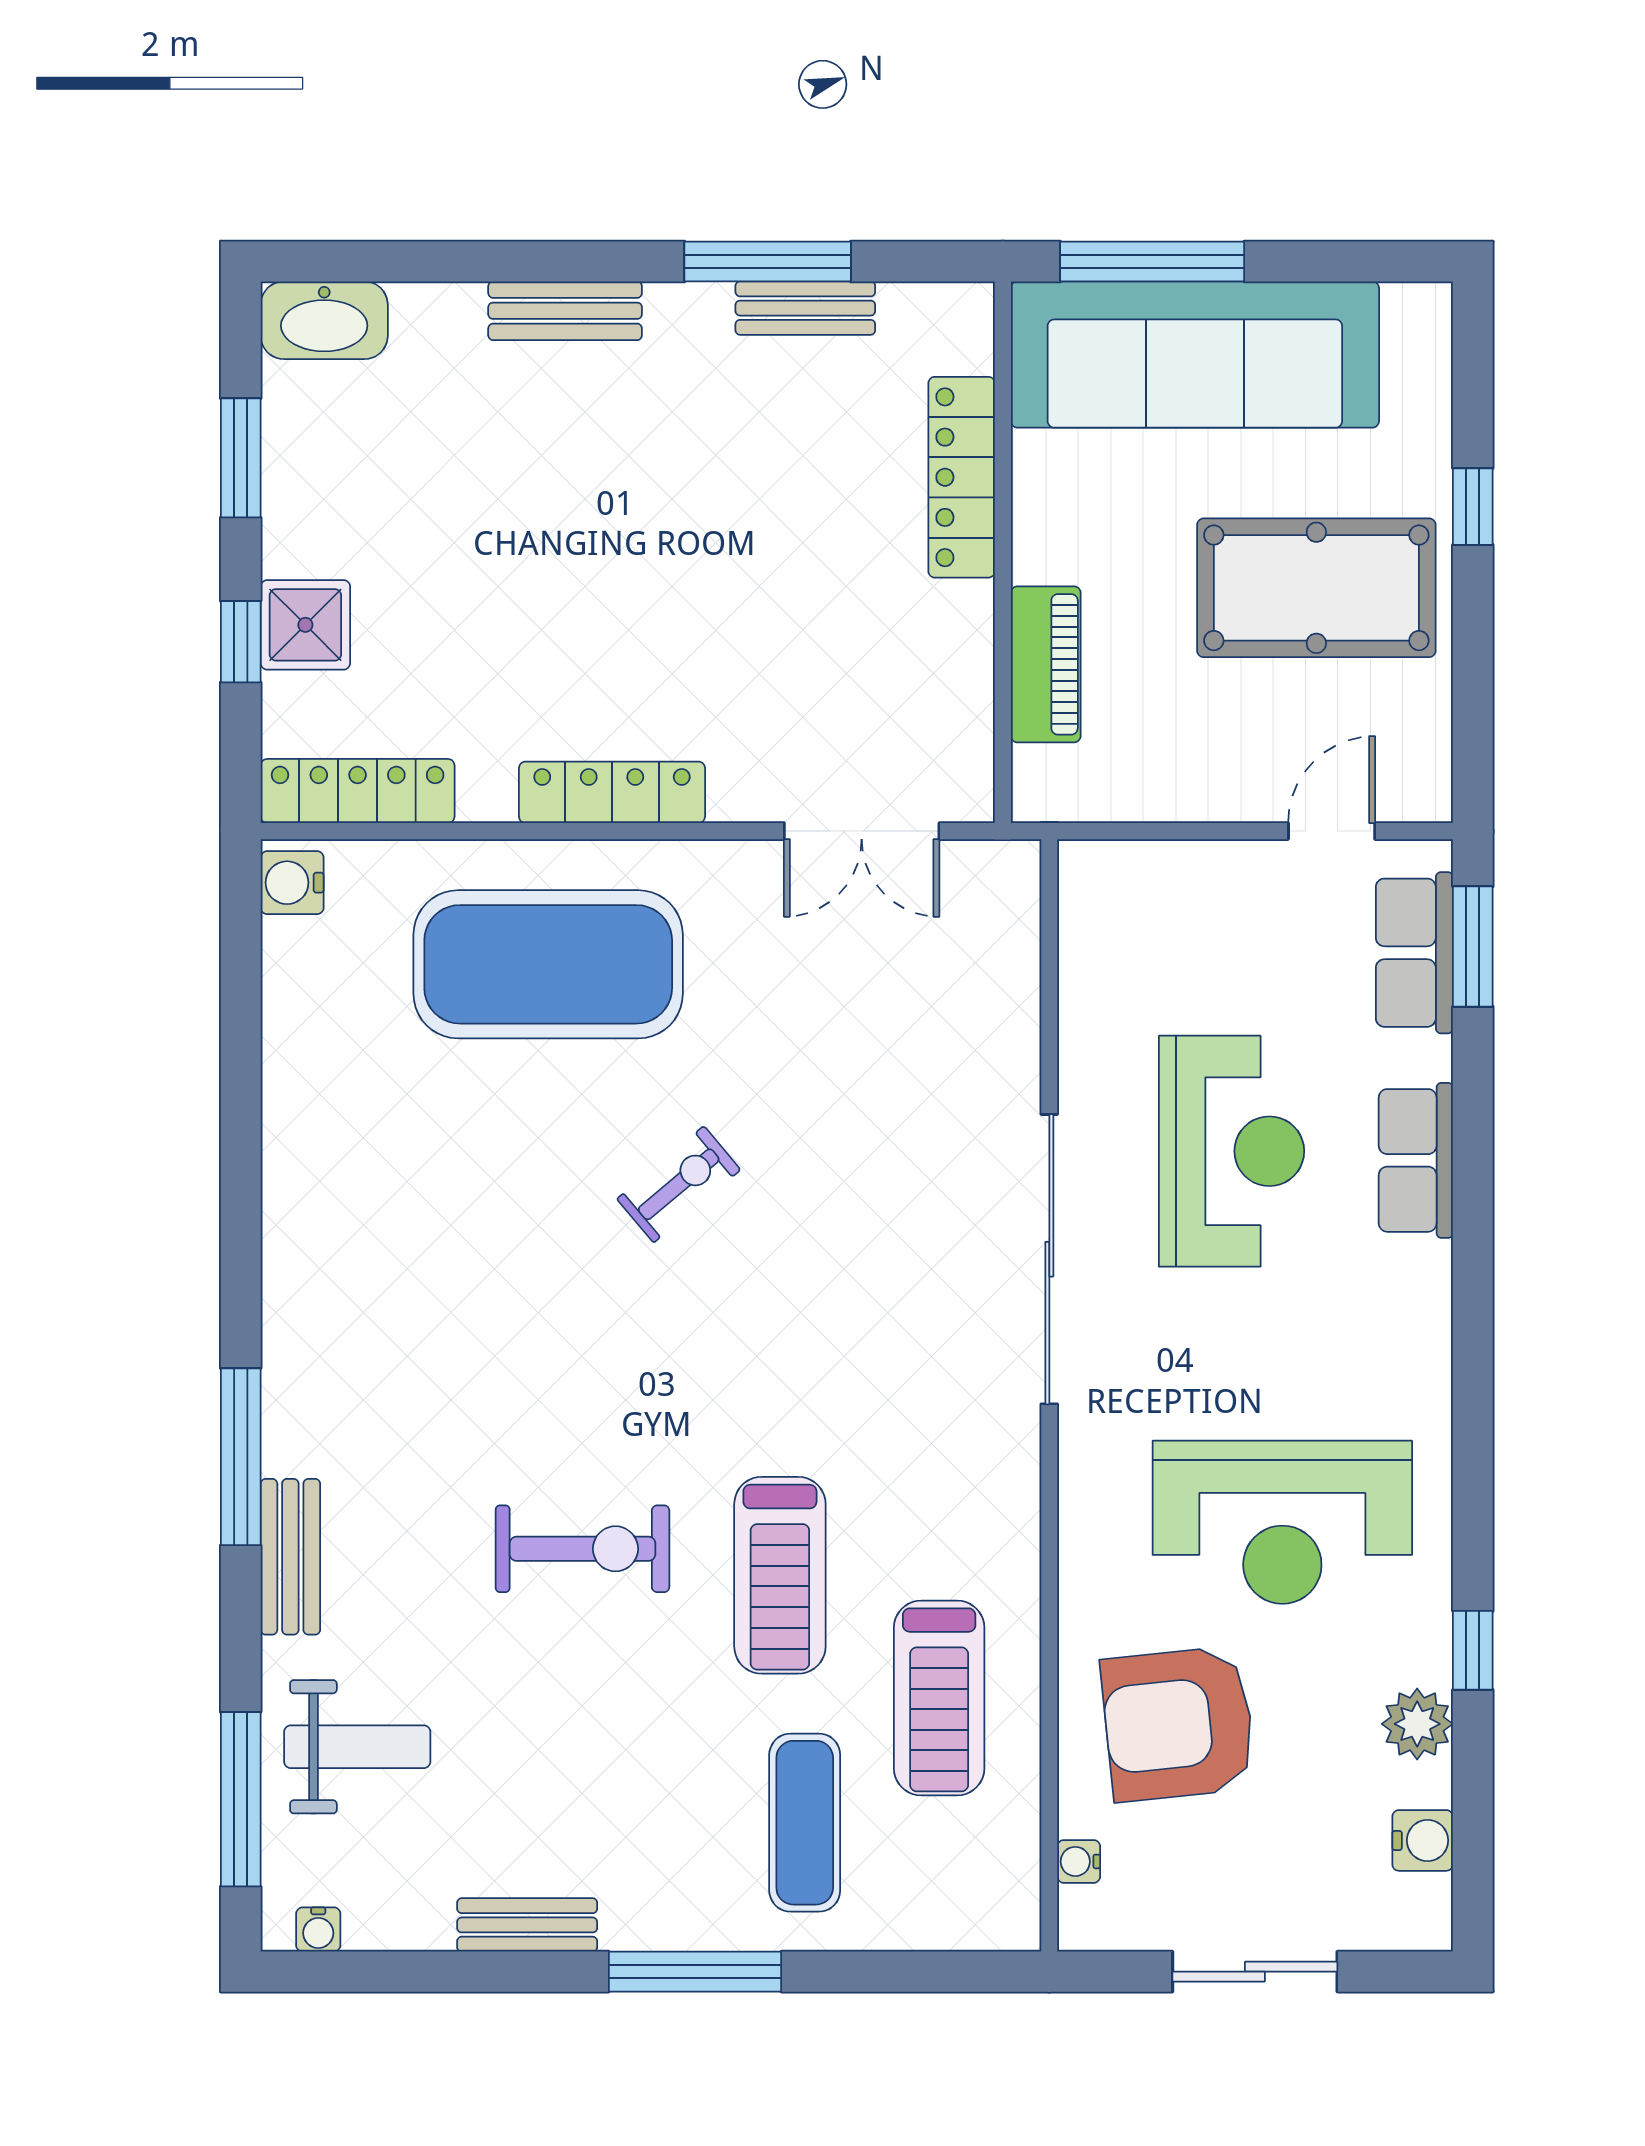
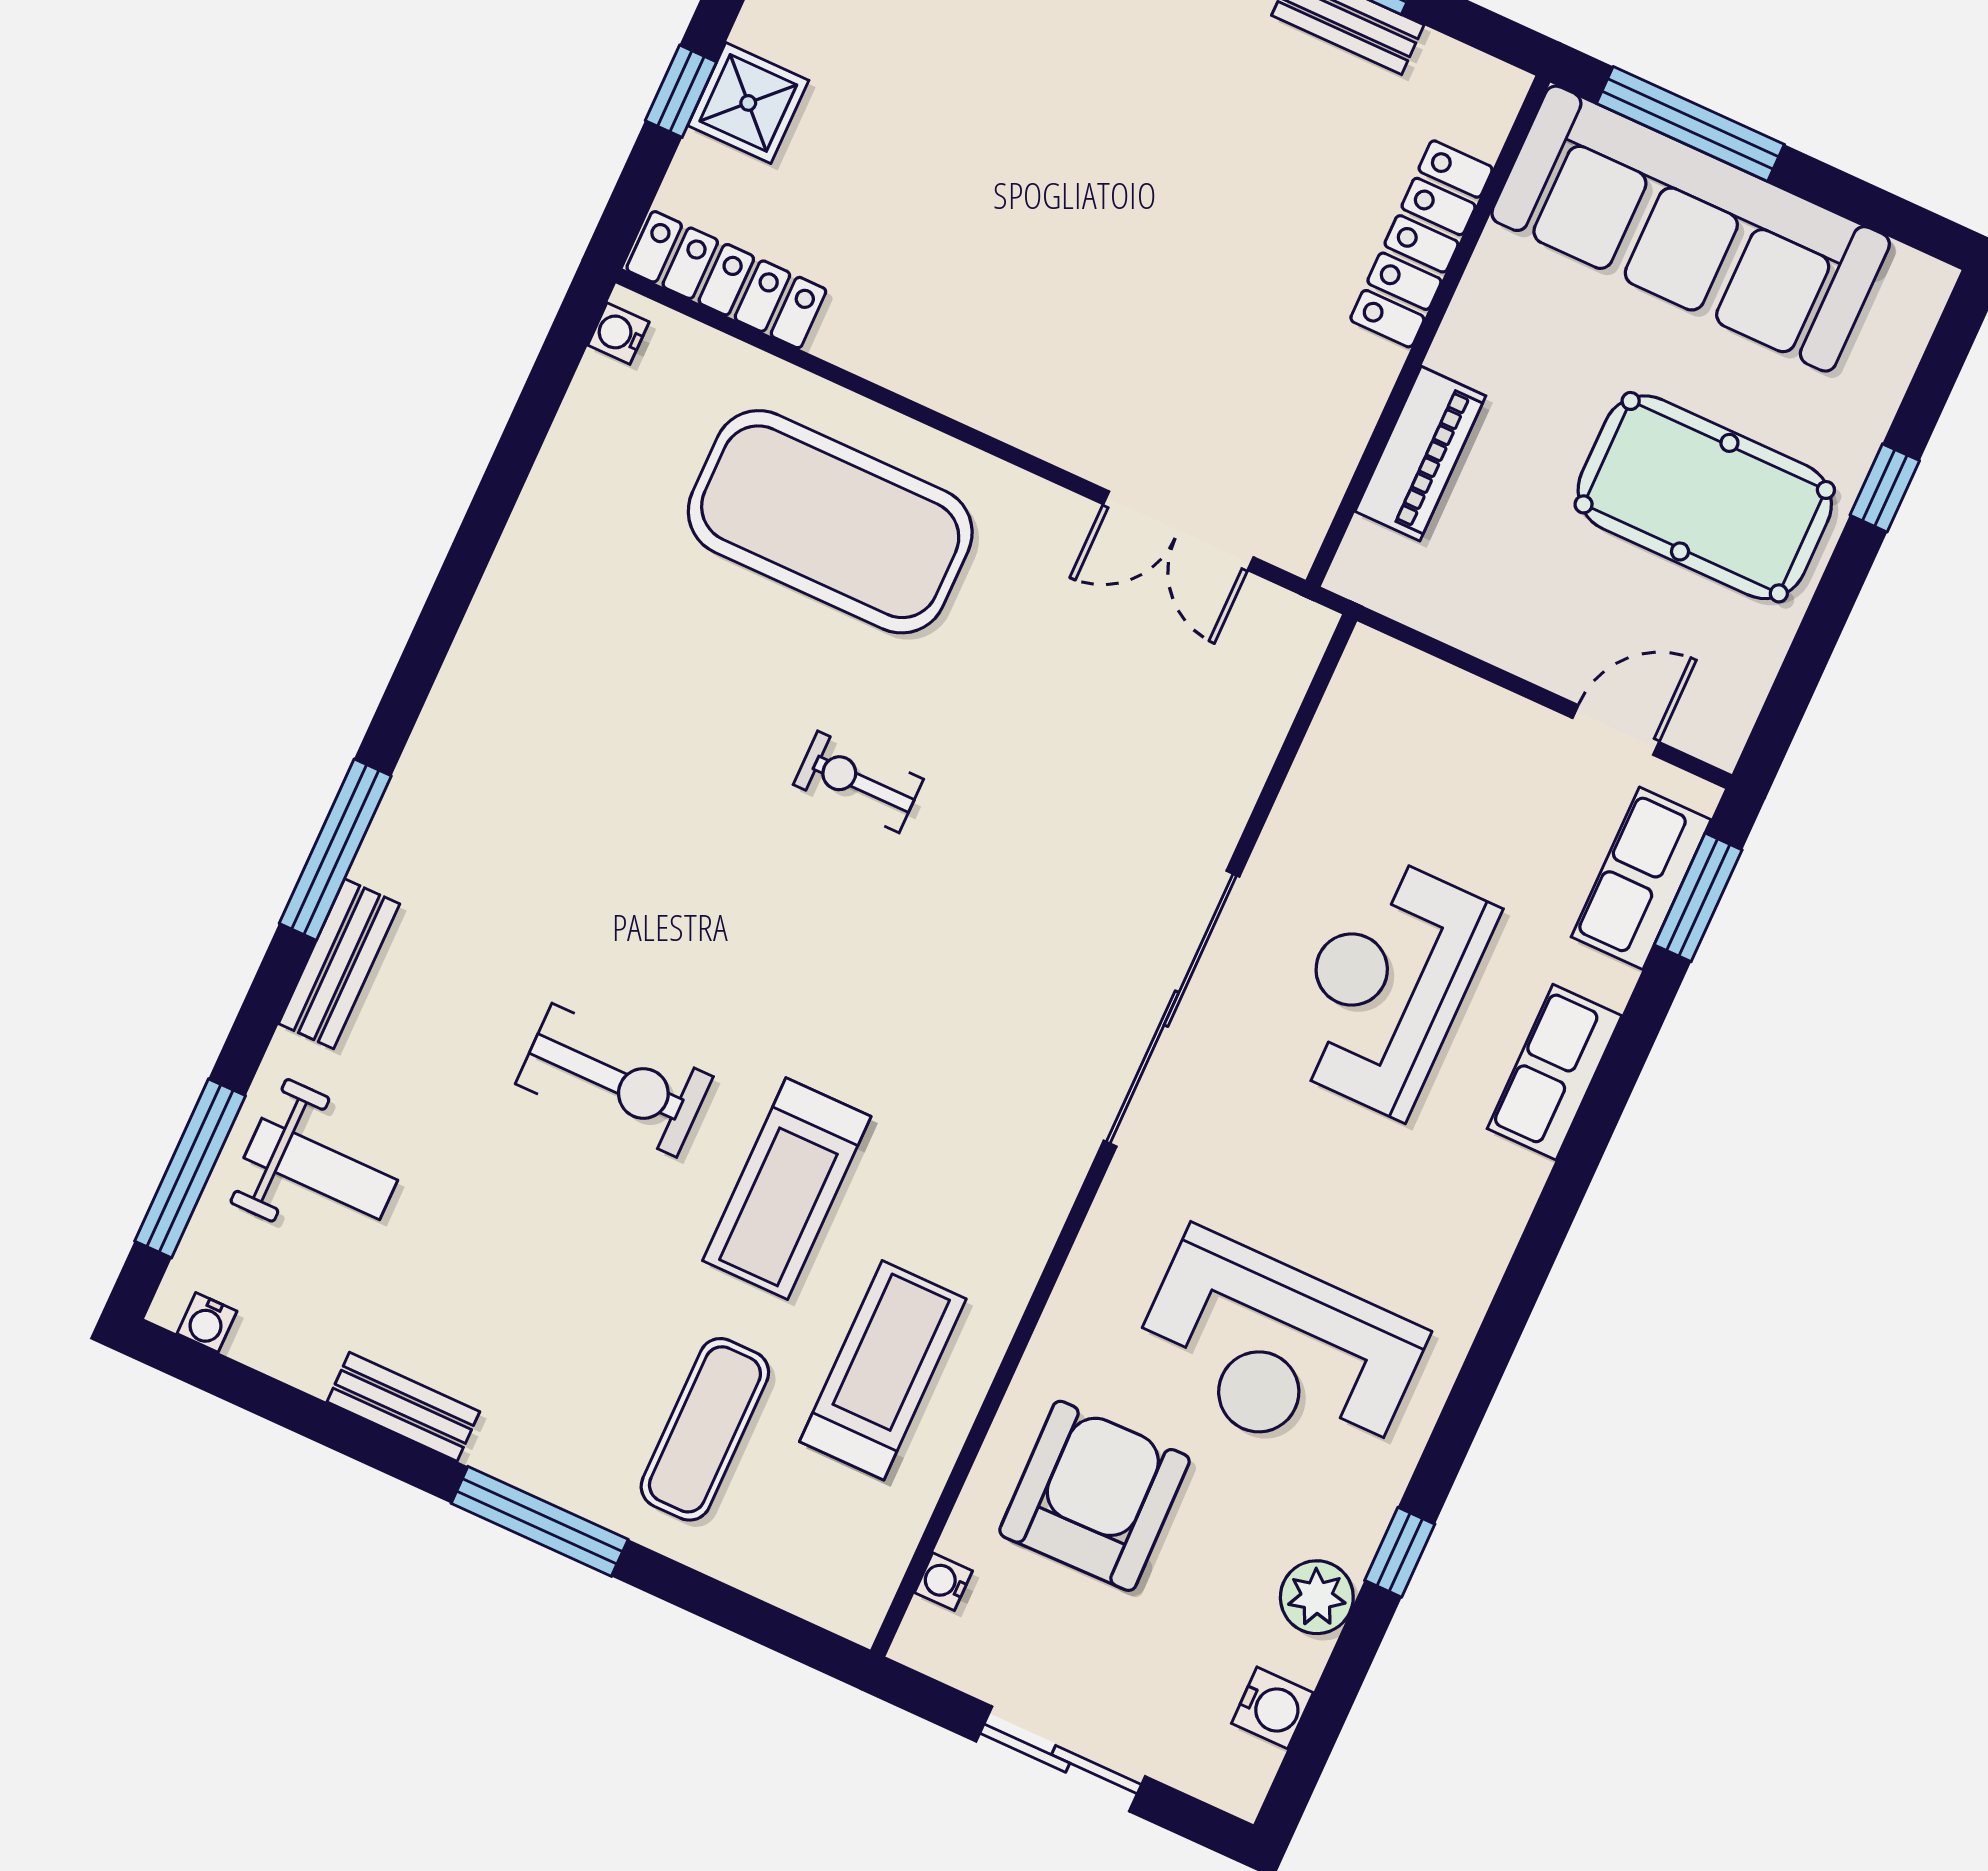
locker: (612, 792) -> (963, 389), removed
water cooler: (292, 883) -> (618, 334), width x0.72, depth x0.72
reception desk: (1232, 1151) -> (1387, 985), turned 180
exercise bike: (679, 1184) -> (858, 782), turned -140
treadmill: (939, 1698) -> (883, 1370), turned 180
armchair: (1178, 1724) -> (1095, 1496), turned 95

